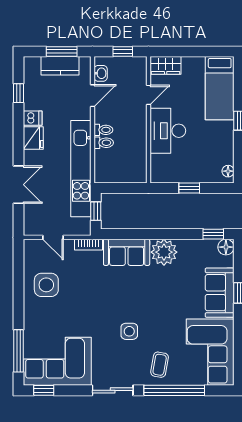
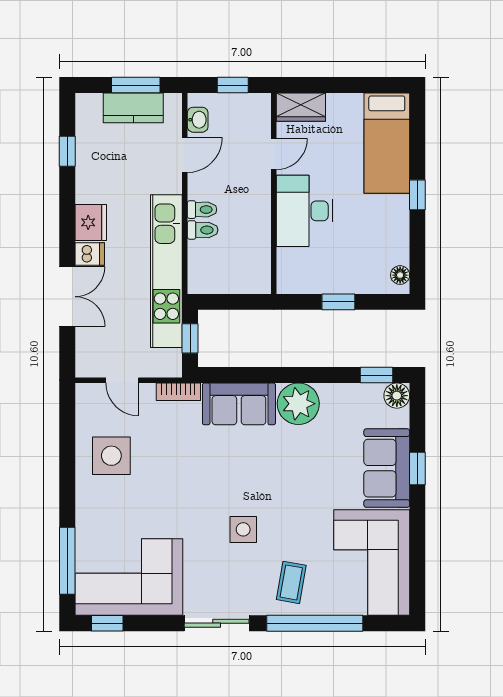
dishwasher: (33, 118) -> (90, 254), moved

